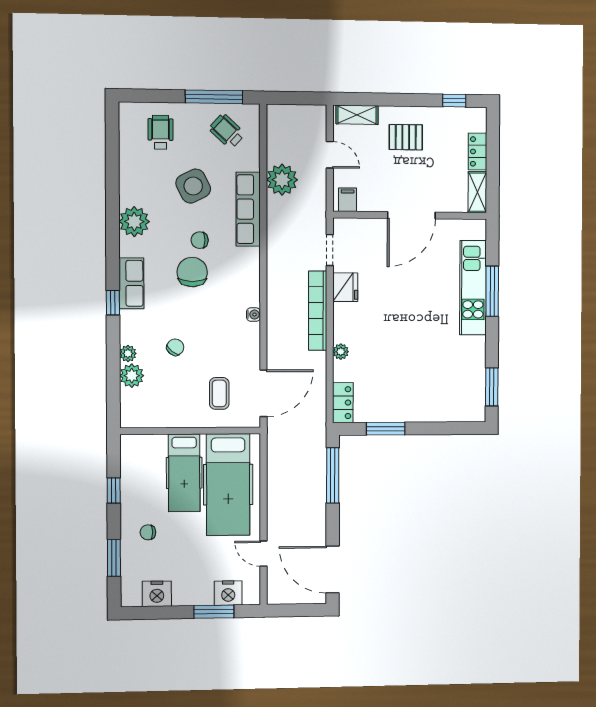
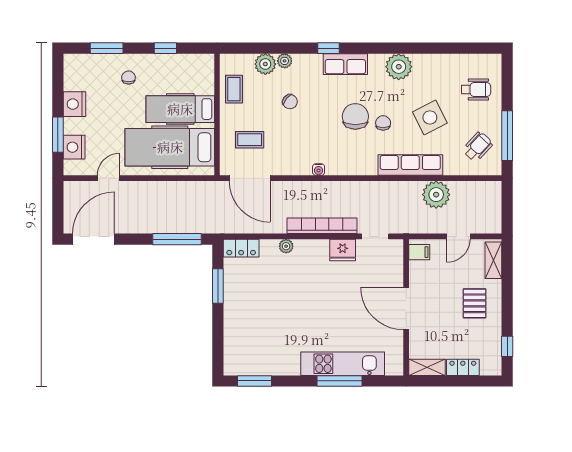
chair: (192, 272) -> (355, 116), turned -90
coffee table: (161, 412) -> (234, 89), added
nightstand: (157, 594) -> (75, 104), moved

